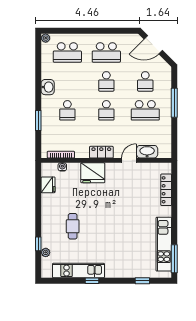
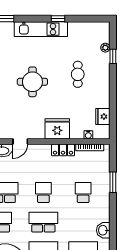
school desk: (106, 81) -> (43, 222), width x1.85
washbasin: (48, 87) -> (103, 230), moved
locker: (101, 152) -> (63, 150), moved
round table: (117, 219) -> (32, 82), added
kitchen unit: (78, 271) -> (41, 29), moved

